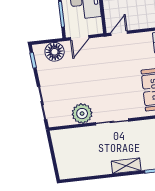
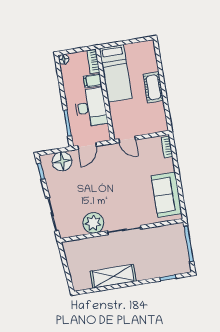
door: (119, 33) -> (127, 139), swing flipped
shelving: (126, 166) -> (113, 276), moved, width x1.50, depth x1.33

